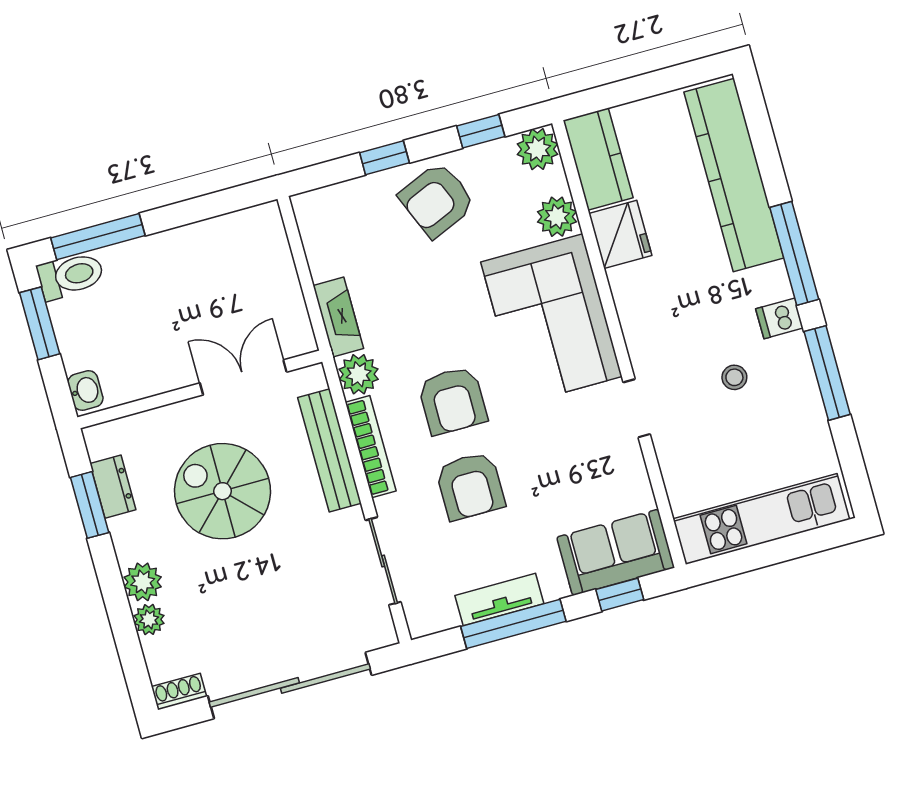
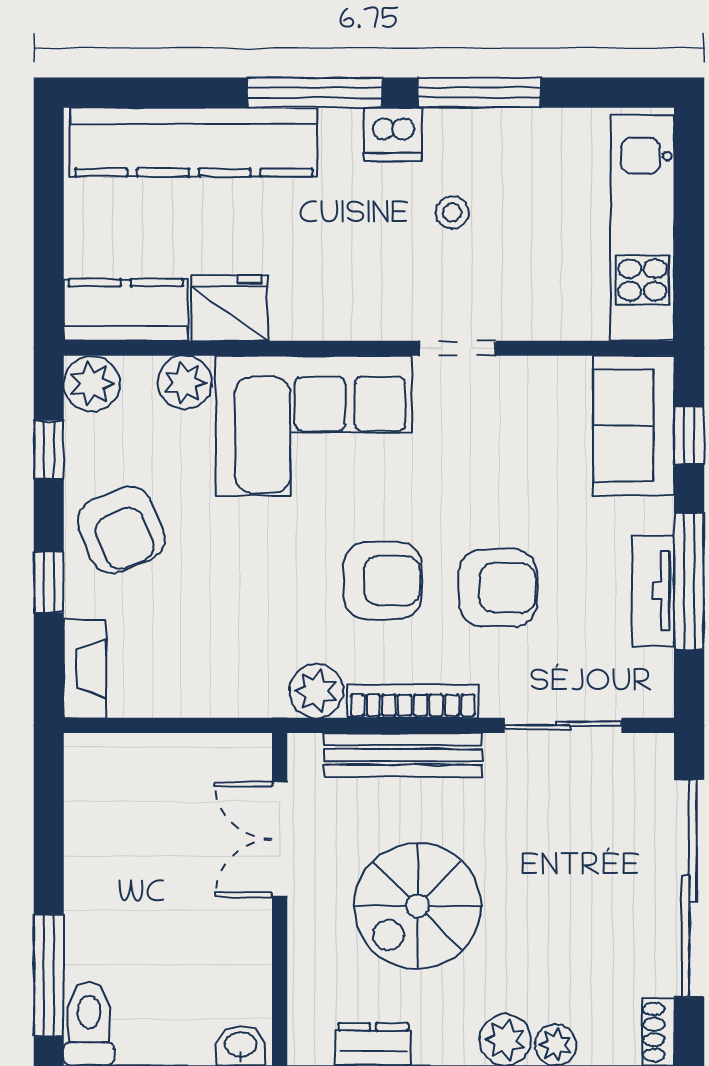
fireplace: (338, 317) -> (85, 669), moved, turned 90
dishwasher: (779, 318) -> (393, 134), width x1.38

